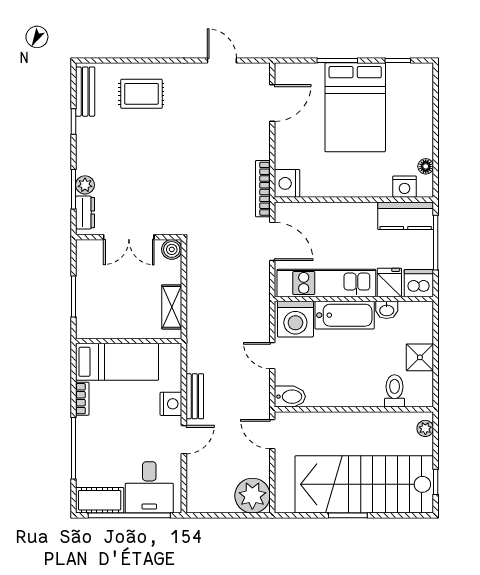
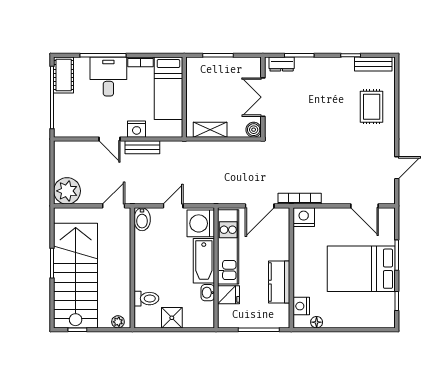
plant: (85, 185) -> (302, 64), removed
kitchen counter: (406, 216) -> (279, 282), moved
dishwasher: (419, 283) -> (228, 317), removed
desk: (149, 487) -> (108, 77), moved, turned 90

